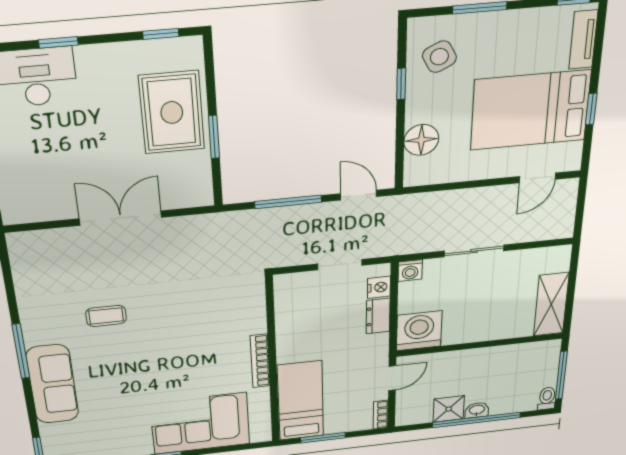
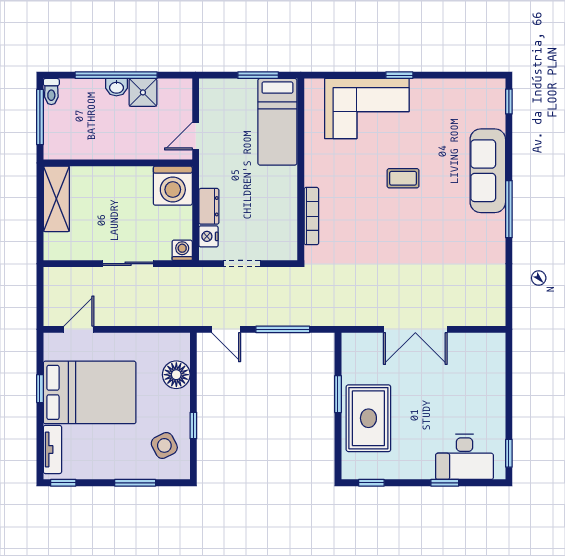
coffee table: (106, 316) -> (403, 178), moved
bookcase: (260, 361) -> (311, 216), moved
bookcase: (381, 415) -> (205, 95), removed

